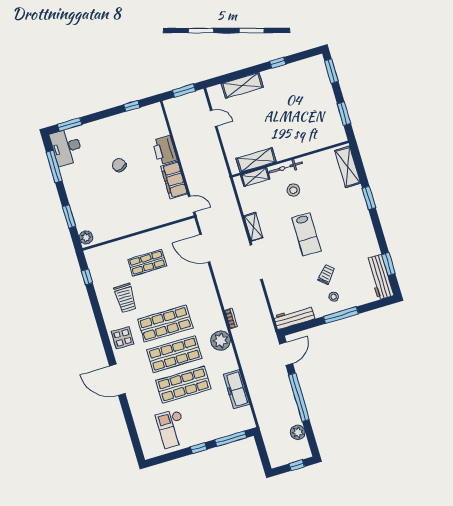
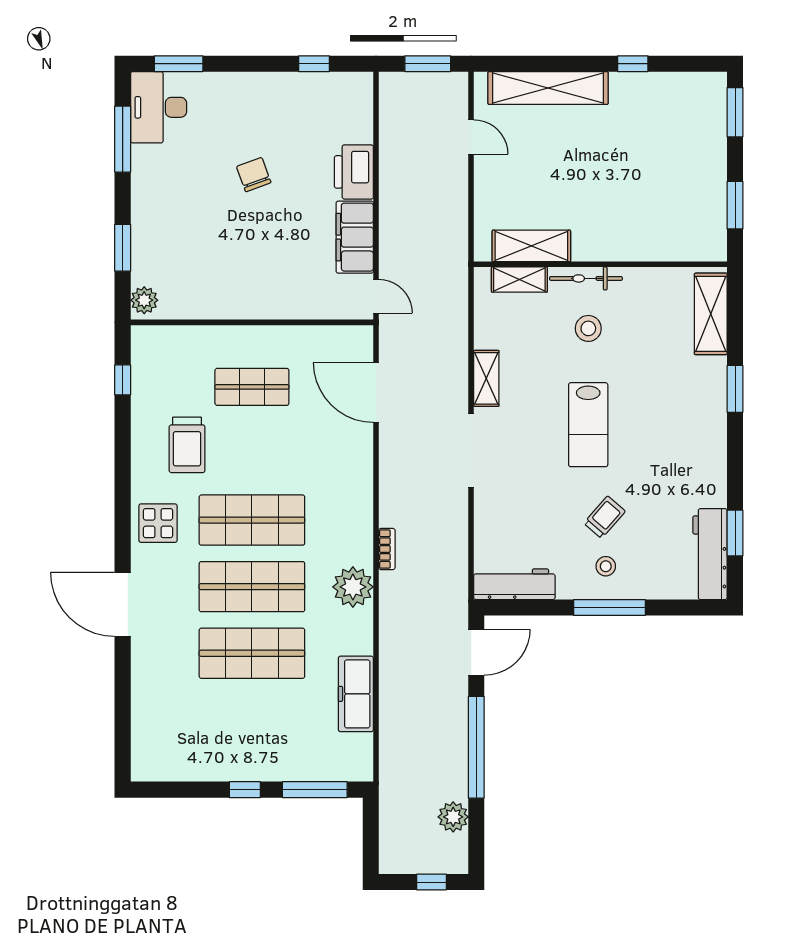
shelving: (242, 85) -> (548, 88), width x1.47
checkout: (172, 429) -> (203, 735), removed

